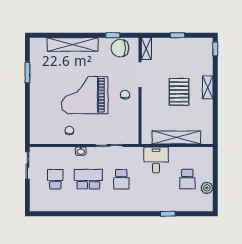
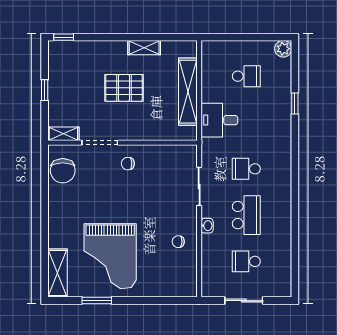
window: (113, 35) -> (45, 181), removed
shelving: (73, 44) -> (57, 273), moved, width x0.68
shelving: (208, 87) -> (144, 48), moved
grand piano: (85, 95) -> (110, 256), moved
sliding door: (27, 165) -> (244, 301), moved
school desk: (88, 179) -> (246, 215), turned 180
school desk: (121, 179) -> (246, 169), turned 180
plant: (207, 188) -> (283, 49), moved

